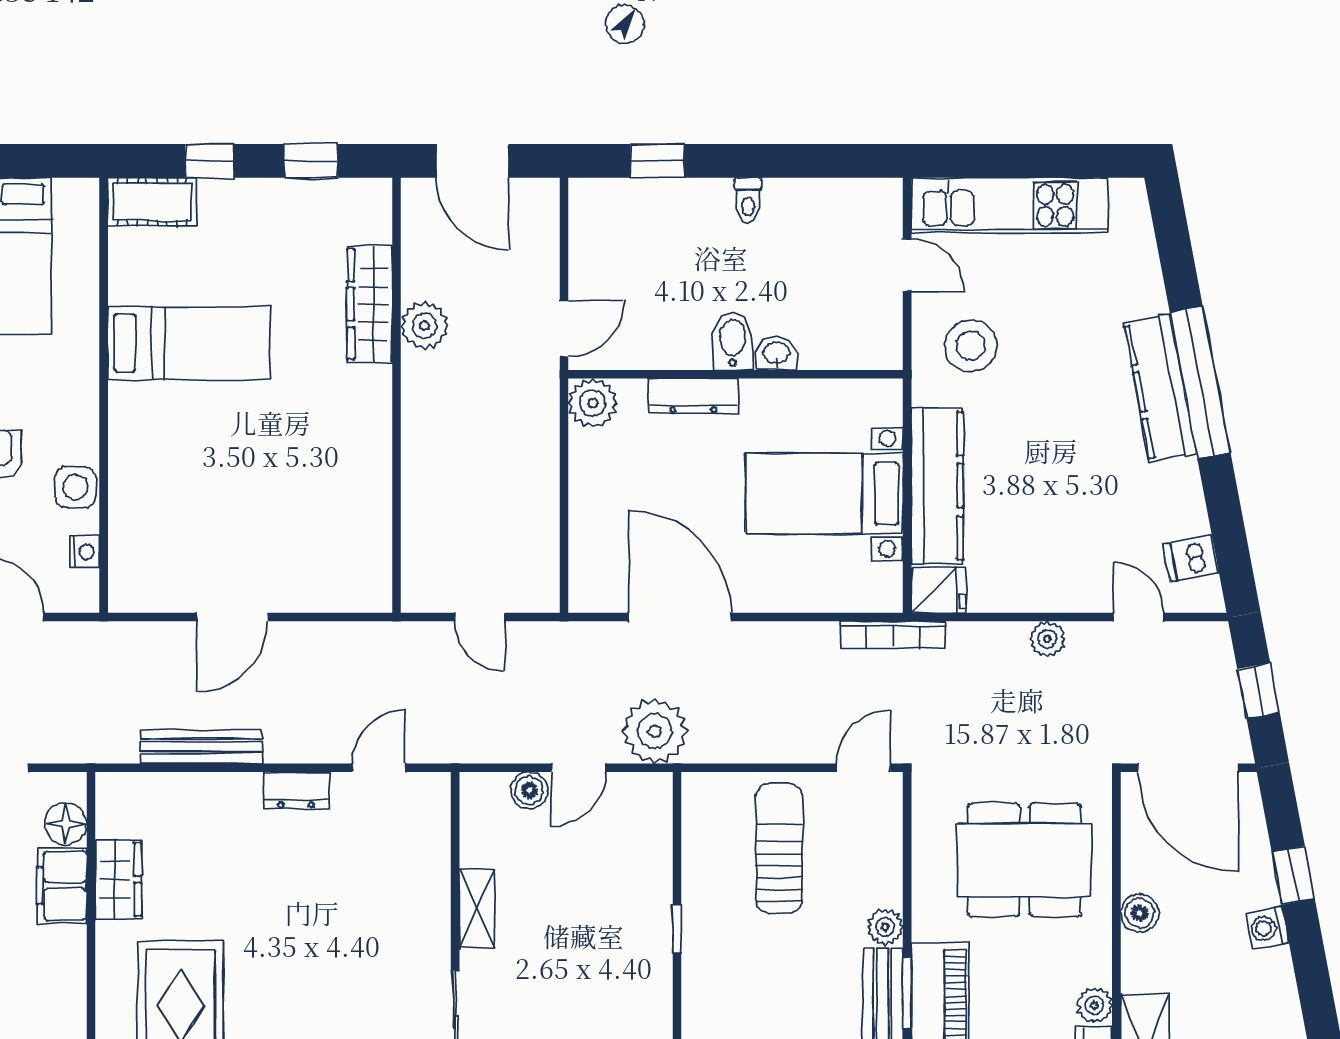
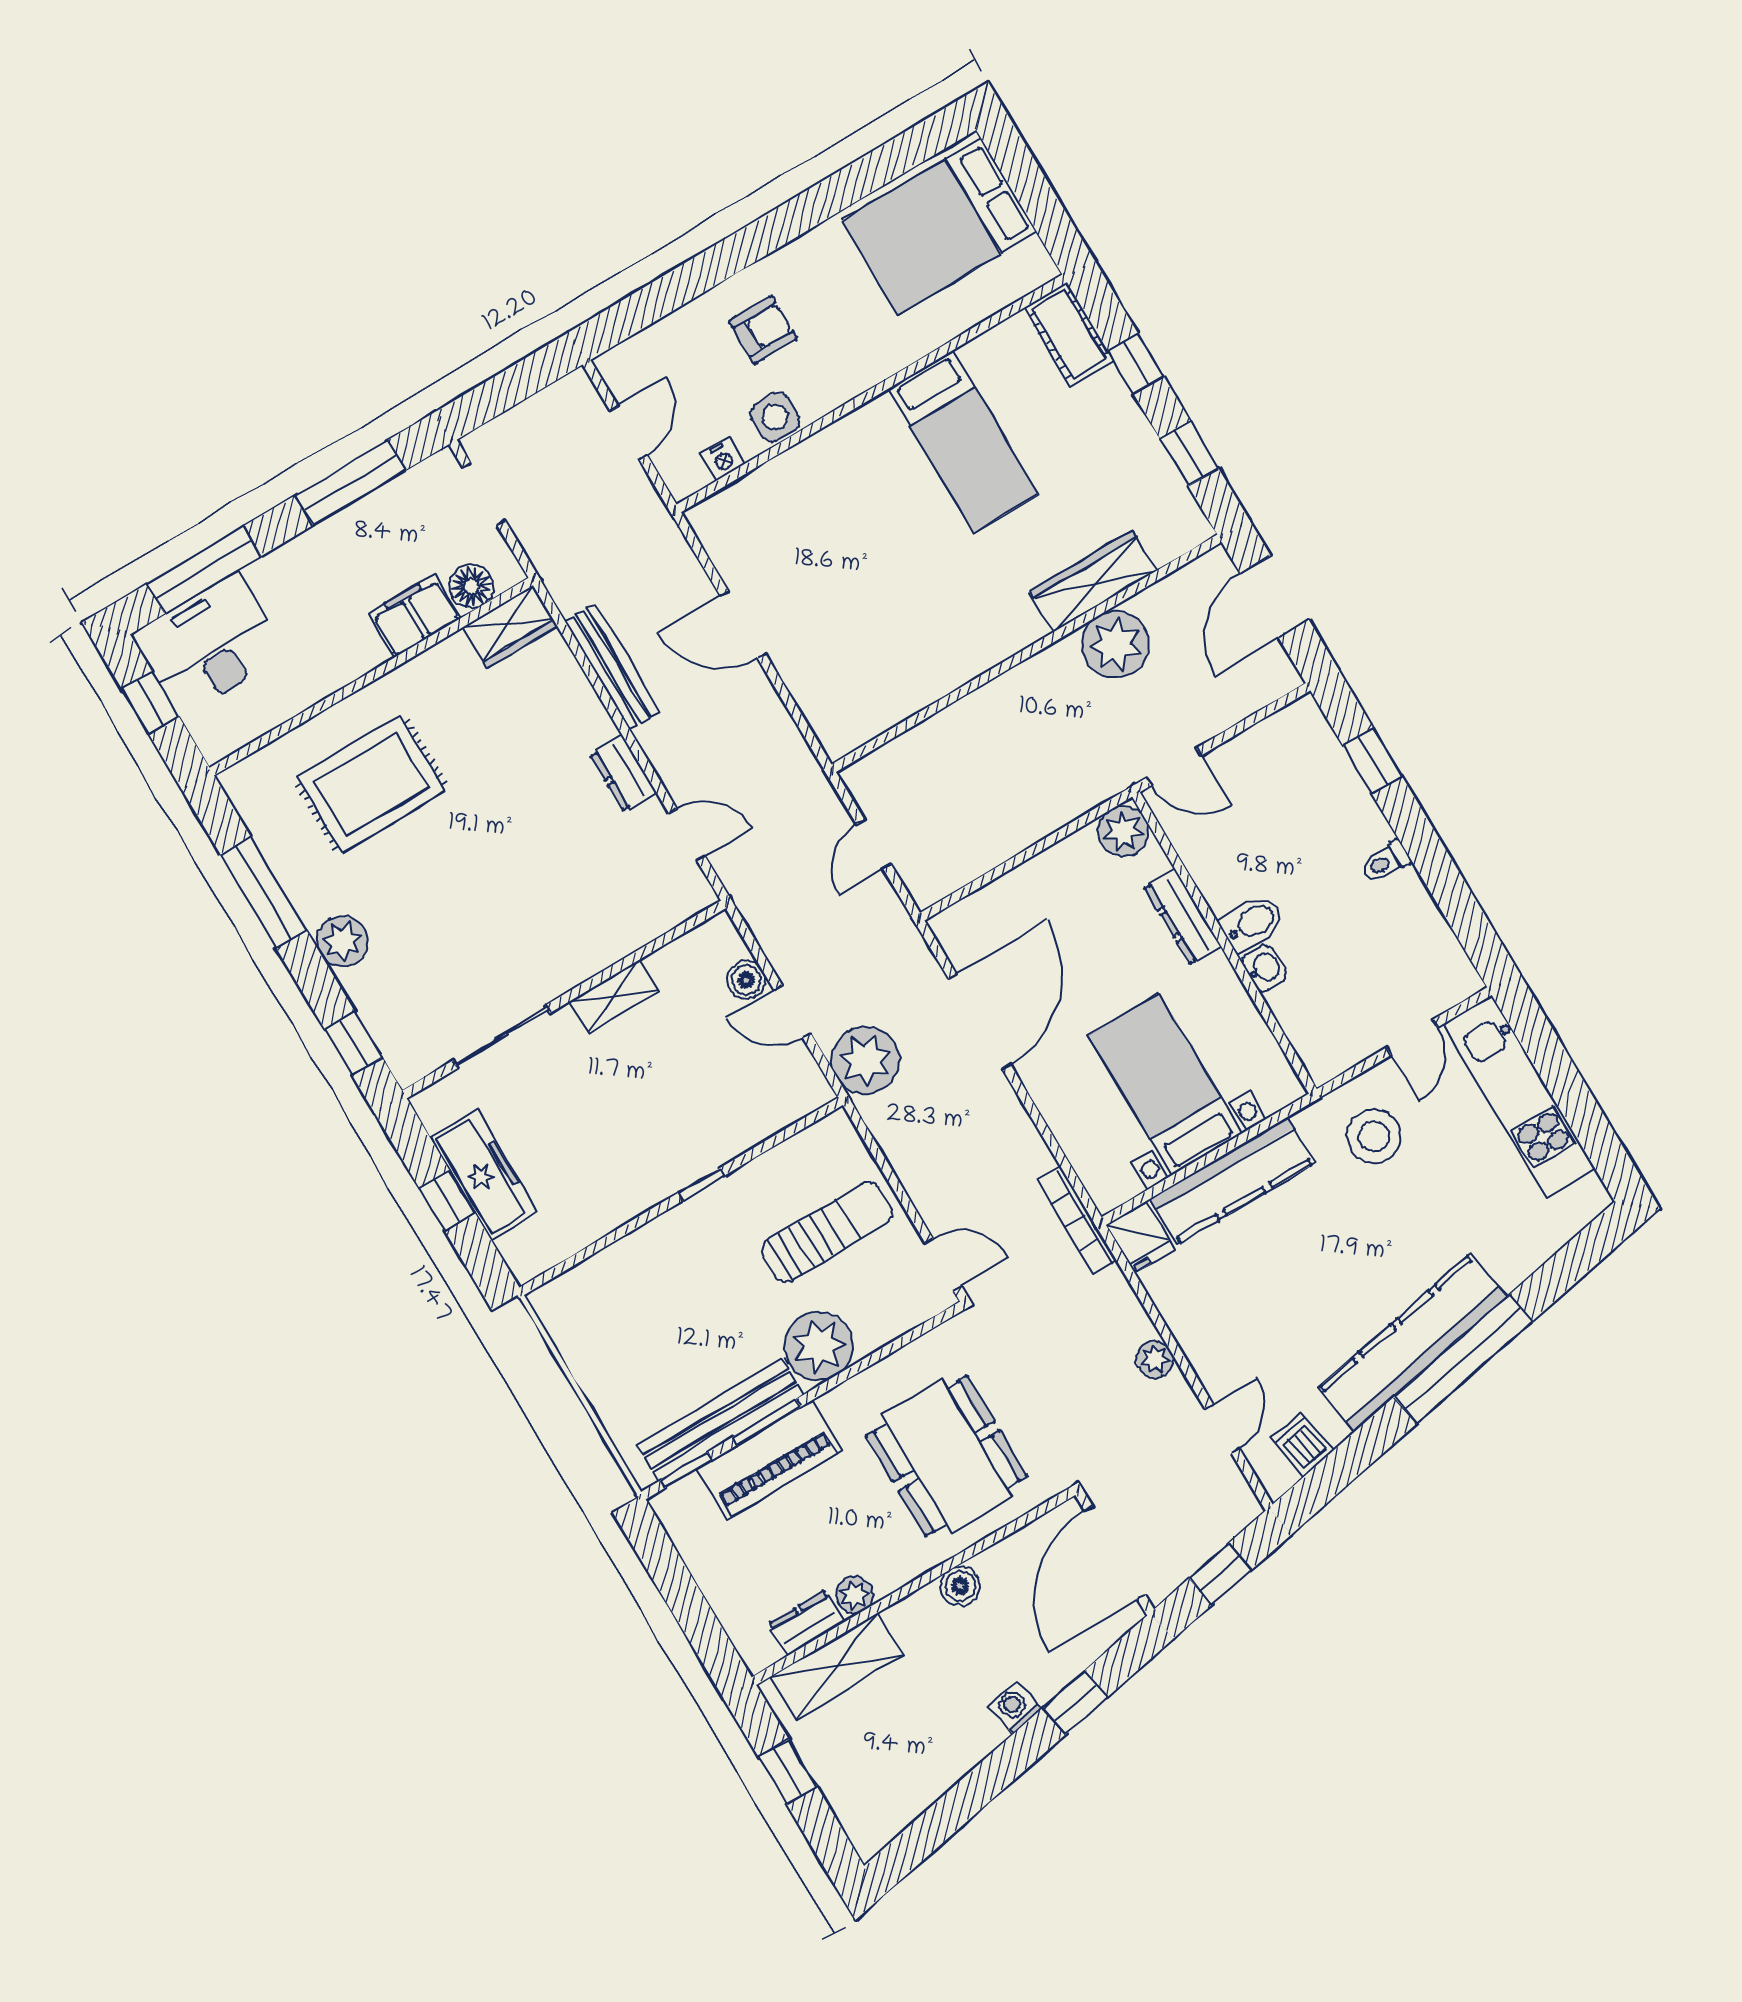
plant: (425, 326) -> (1115, 644), width x1.36, depth x1.36
kitchen counter: (1160, 388) -> (1413, 1343), width x1.39, depth x1.17
wardrobe: (118, 879) -> (510, 627), moved
plant: (885, 927) -> (819, 1346), width x1.88, depth x1.88

